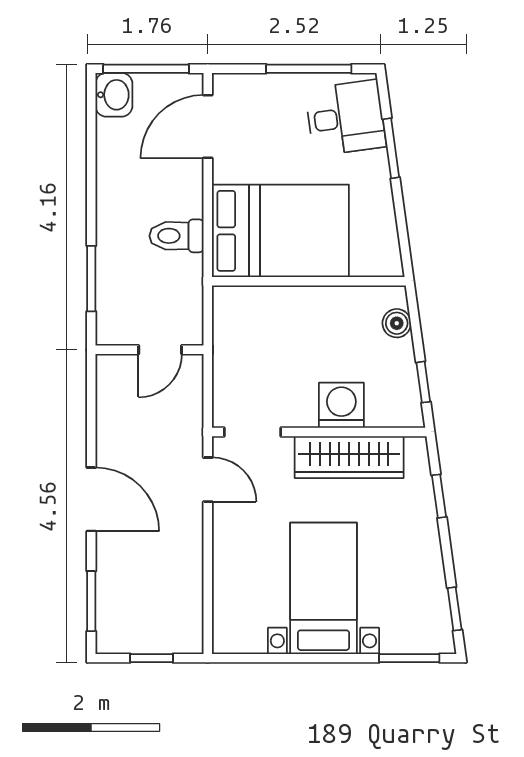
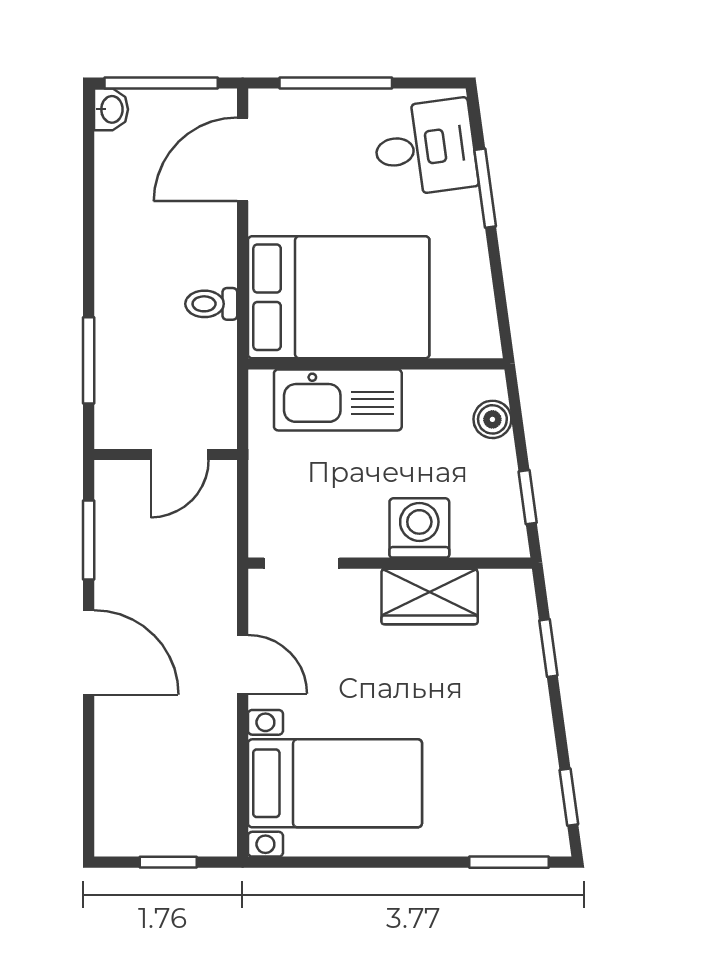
window: (309, 69) -> (336, 83), moved
washbasin: (114, 95) -> (111, 109), width x0.72, depth x0.69
toilet: (176, 236) -> (211, 304), width x0.73, depth x0.72
kitchen sink: (280, 308) -> (338, 400), added
wardrobe: (349, 457) -> (430, 596), width x0.67
door: (208, 480) -> (243, 664), moved
bed with nightstands: (323, 588) -> (335, 783), moved, turned 90
window: (91, 601) -> (89, 540), moved

